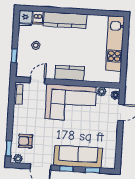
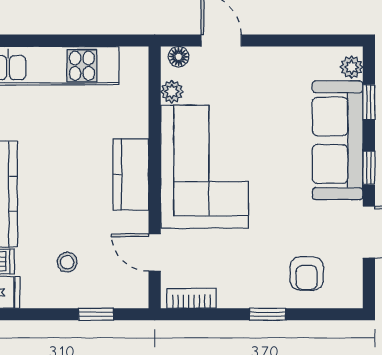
window: (9, 148) -> (268, 314), moved
plant: (18, 159) -> (352, 67), moved

